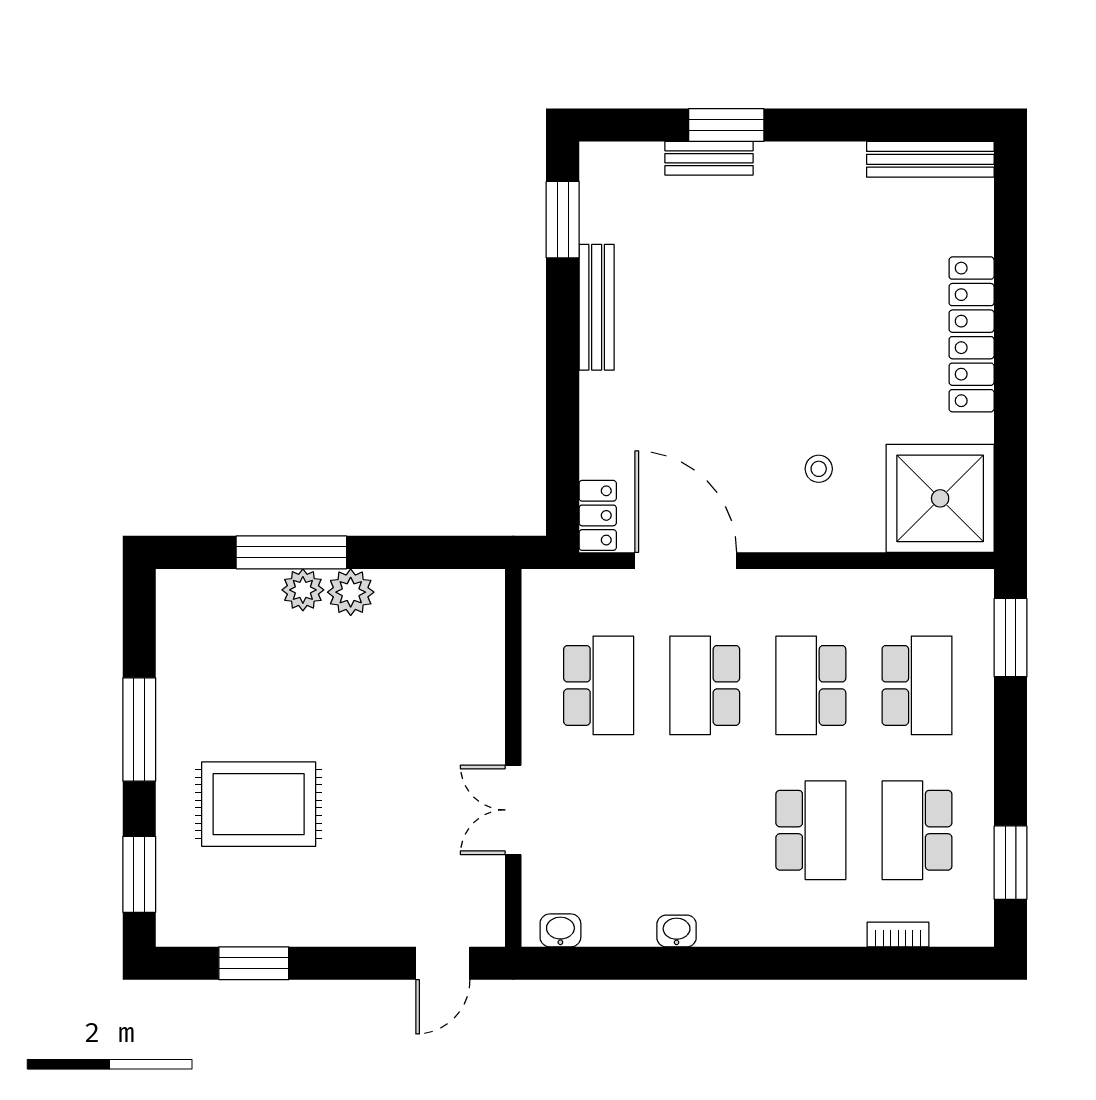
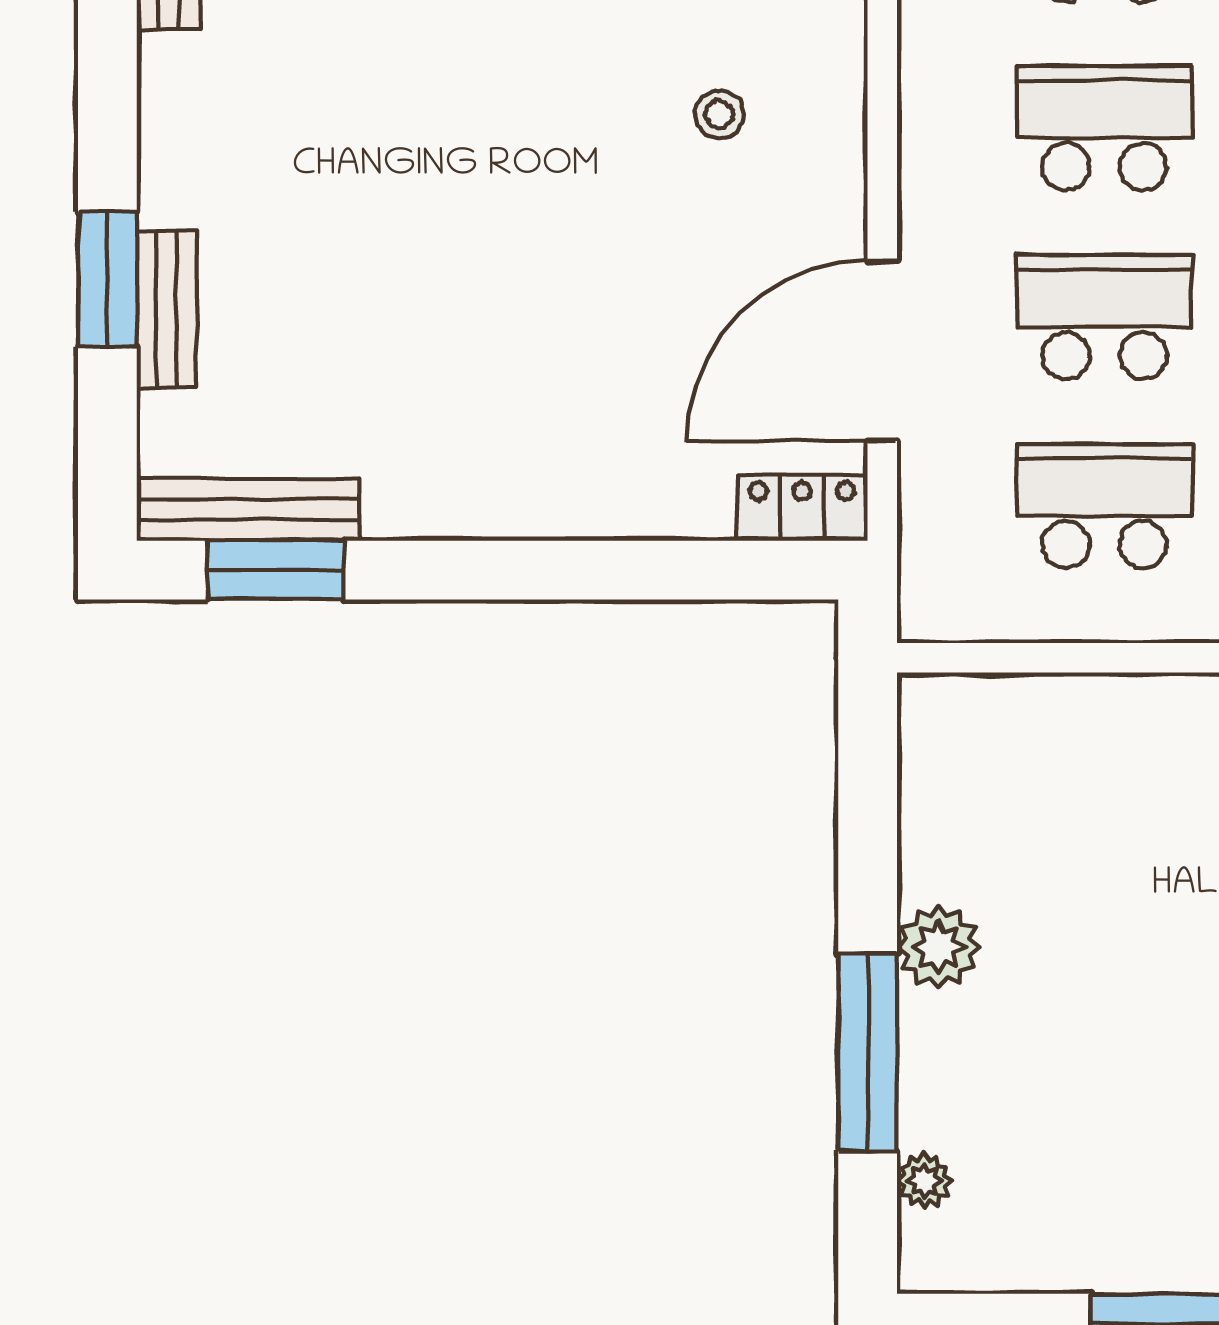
bench: (597, 307) -> (248, 510), moved
plant: (303, 590) -> (924, 1181), moved, width x0.73, depth x0.73
school desk: (705, 685) -> (1105, 317), turned 180
school desk: (811, 685) -> (1105, 128), turned 180

